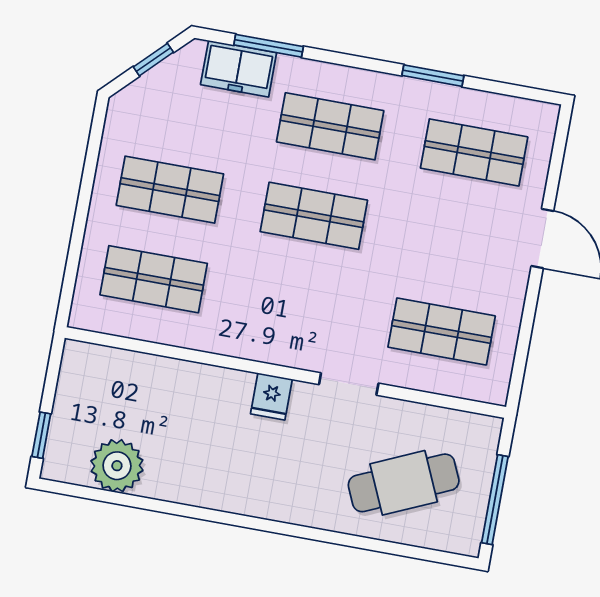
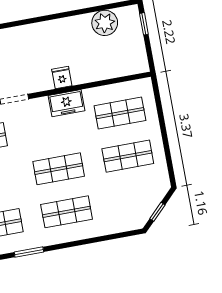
window: (269, 46) -> (108, 238), removed
freezer: (239, 69) -> (67, 103), moved, turned 180
fridge: (271, 397) -> (62, 78), moved

